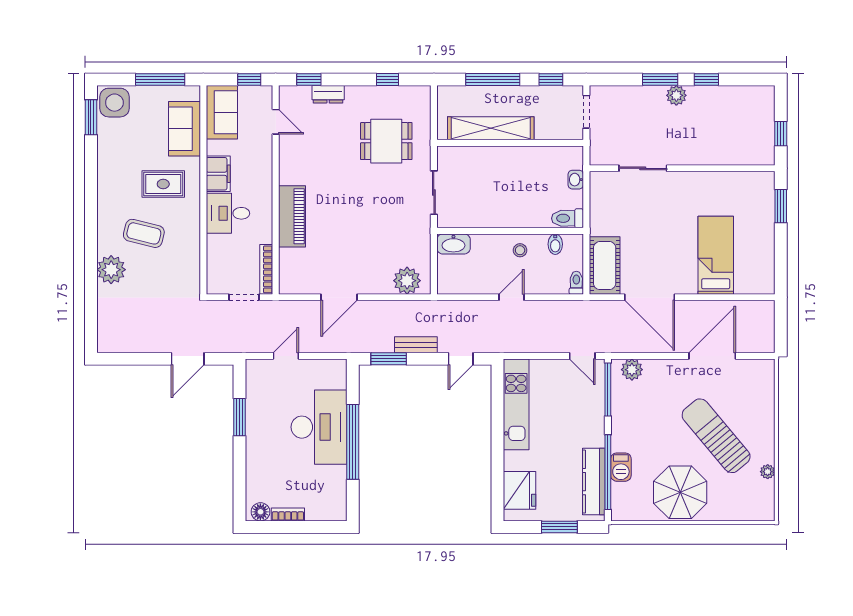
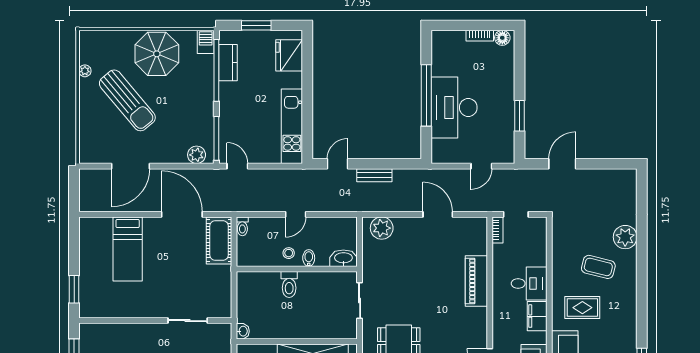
washbasin: (576, 180) -> (243, 331), moved
toilet: (568, 218) -> (289, 285), moved, turned 90
bidet: (555, 244) -> (309, 258), moved
bookcase: (266, 269) -> (497, 230), width x0.64
door: (339, 297) -> (438, 214), hinge flipped
window: (389, 359) -> (397, 164), removed
barbecue: (621, 467) -> (206, 42), moved
kitchen counter: (594, 482) -> (228, 63), width x0.67

